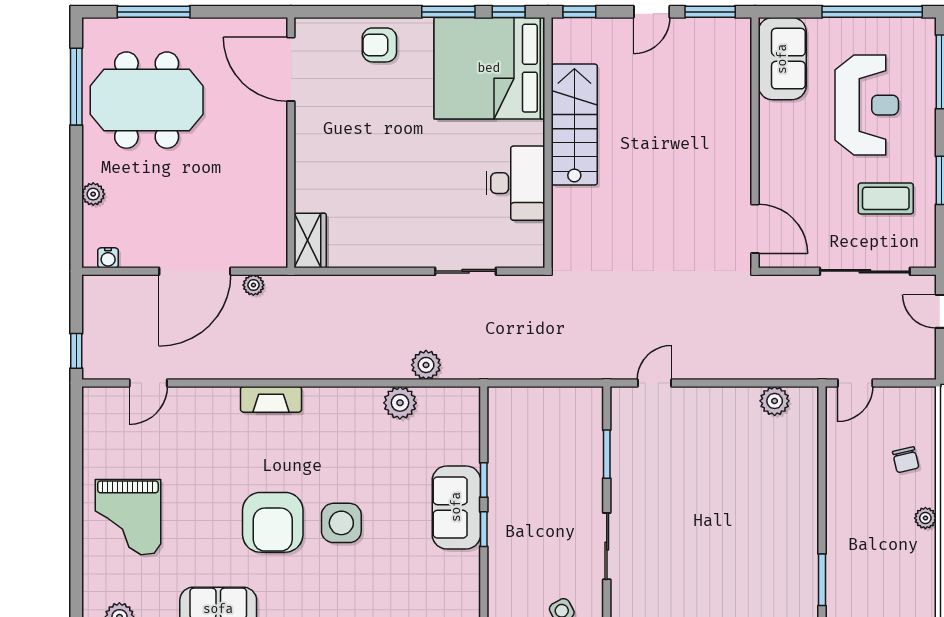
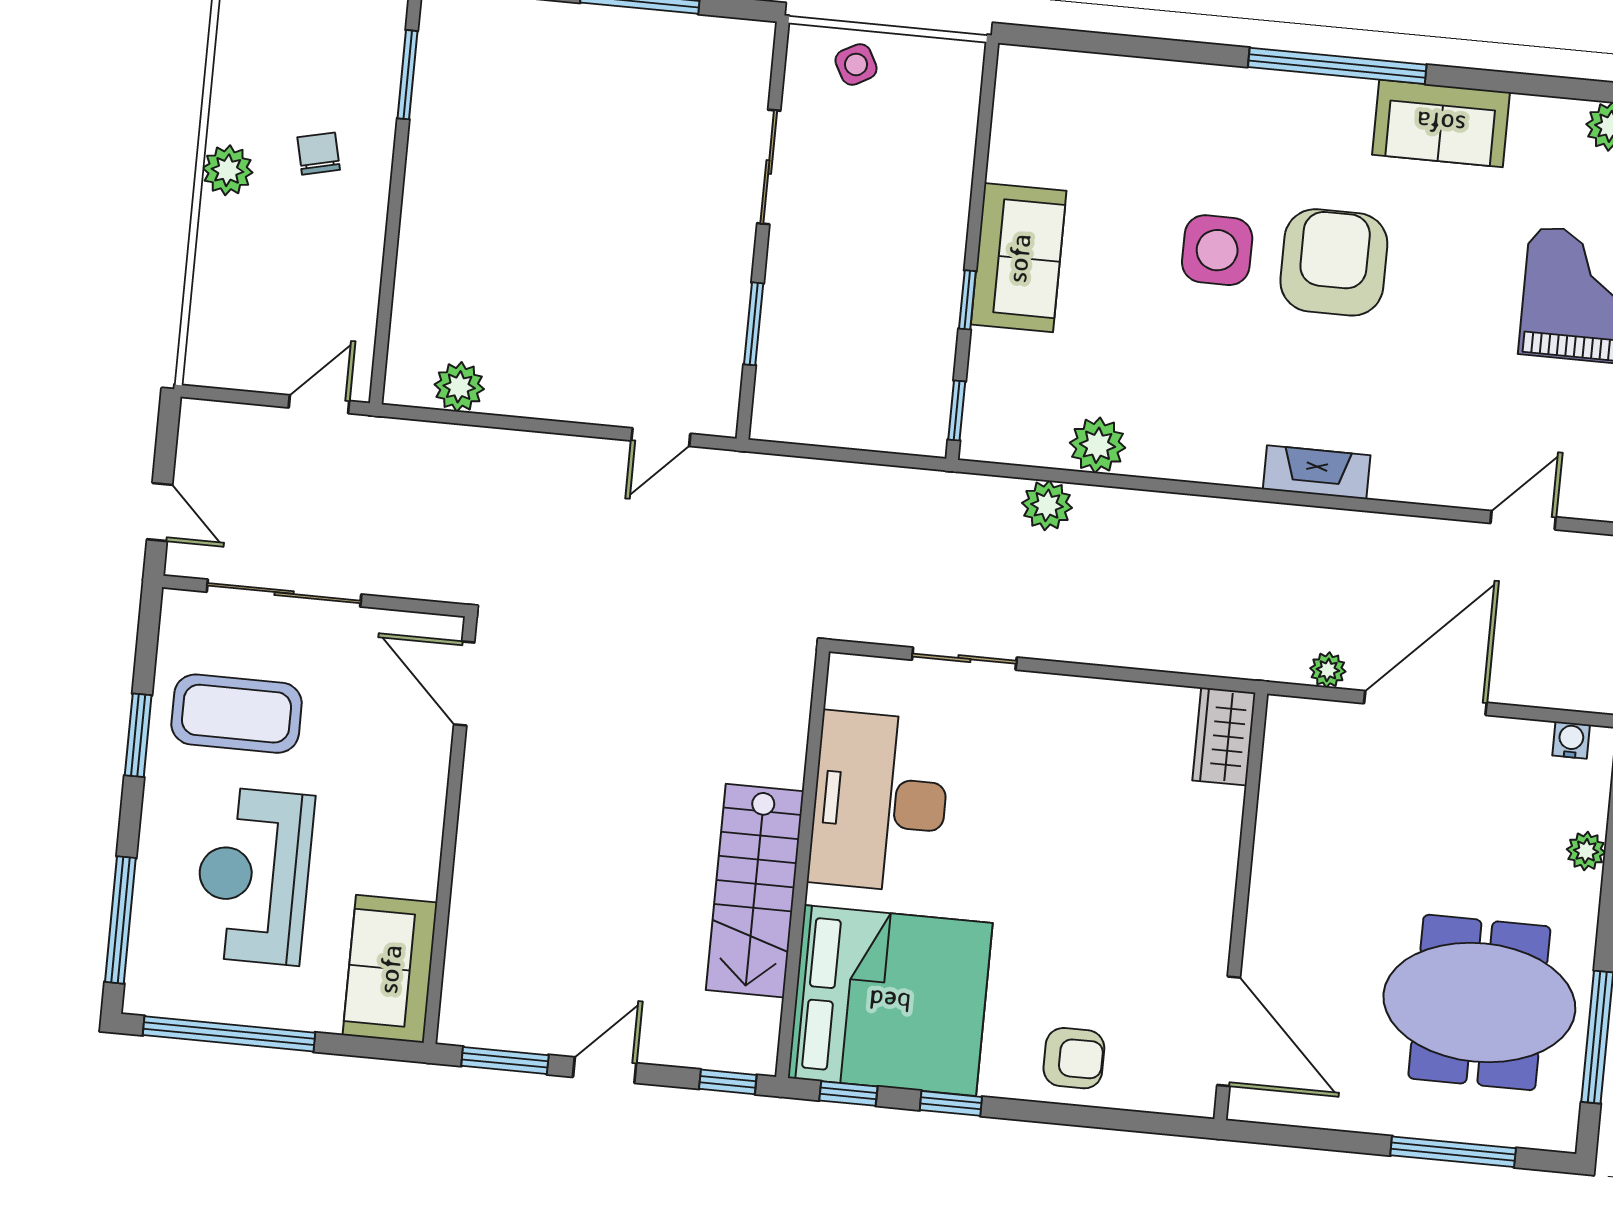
window: (448, 12) -> (951, 1103), width x0.67
desk: (515, 183) -> (880, 802), width x1.36, depth x1.30
coffee table: (886, 198) -> (237, 714), width x1.36, depth x1.32
chair: (906, 460) -> (319, 154), moved
plant: (925, 518) -> (228, 170), width x1.38, depth x1.38
window: (484, 529) -> (957, 411), moved

